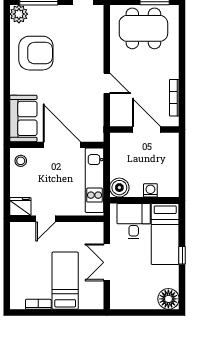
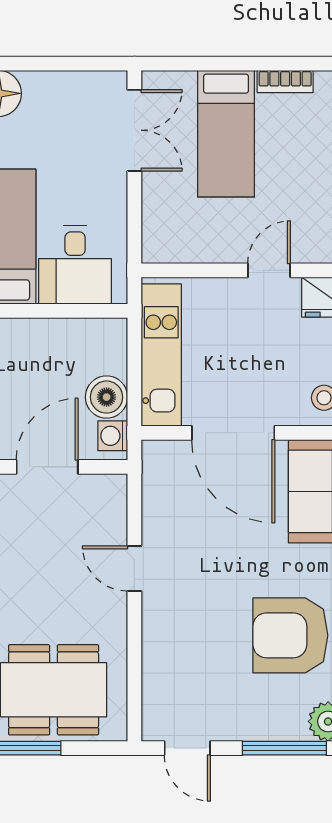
door: (146, 130) -> (47, 467), swing flipped
boiler: (119, 188) -> (107, 397), moved
washing machine: (150, 190) -> (113, 436), moved, turned 90
double door: (107, 262) -> (134, 130), moved

